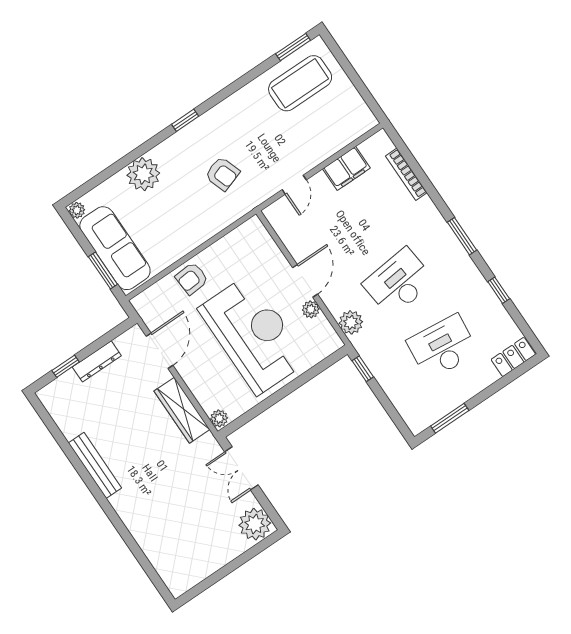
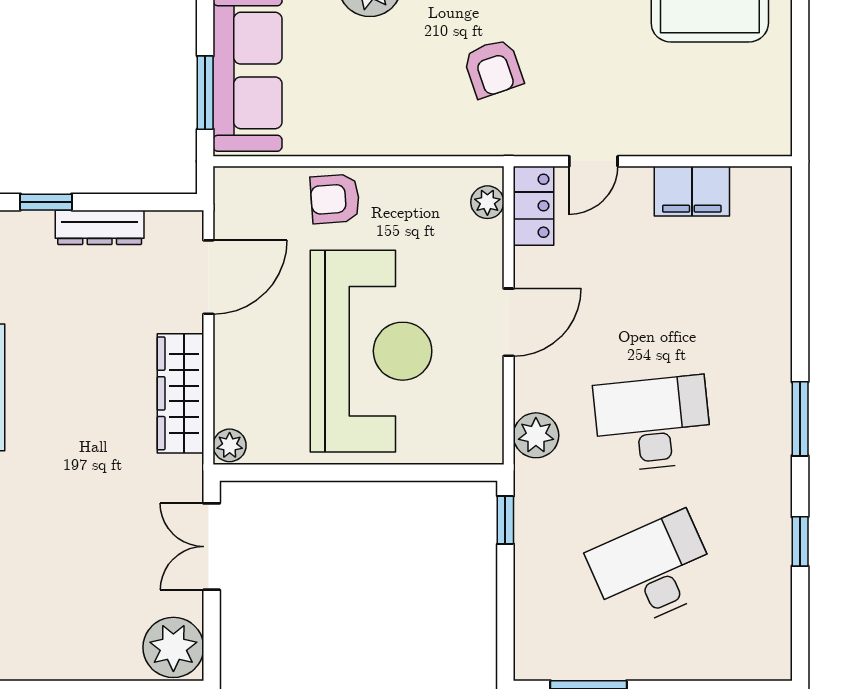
bookcase: (406, 174) -> (779, 264), removed
plant: (311, 309) -> (487, 202), moved
desk: (443, 347) -> (653, 570), turned -30
locker: (513, 357) -> (533, 206), moved, turned 90

